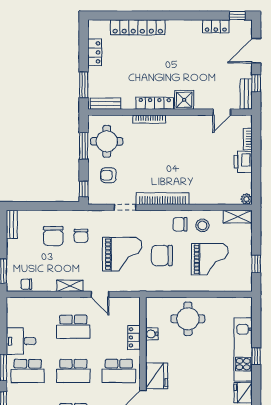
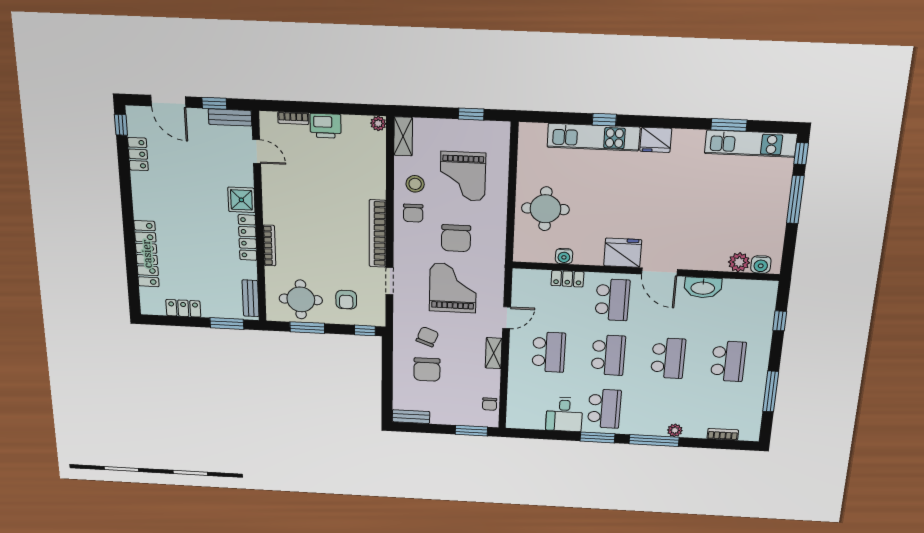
chair: (53, 236) -> (427, 370), turned 90
chair: (81, 236) -> (427, 337), turned -69
grand piano: (210, 259) -> (463, 176), turned 180

